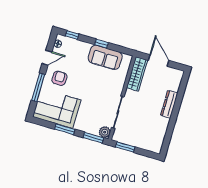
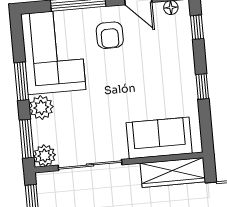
sofa: (105, 57) -> (159, 138), moved, turned 90
armchair: (59, 78) -> (110, 35), turned 90
plant: (81, 125) -> (41, 108), added

